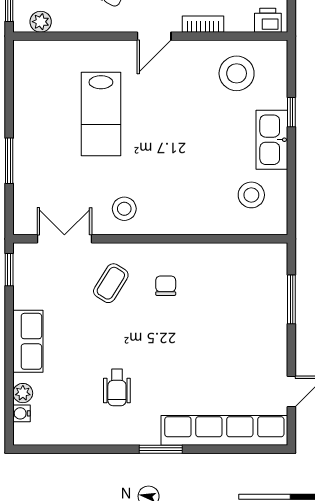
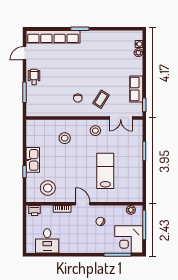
door: (154, 36) -> (83, 204), hinge flipped
stool: (251, 195) -> (65, 138), moved
row of seats: (28, 341) -> (136, 89), moved
wheelchair: (117, 388) -> (34, 77), moved

